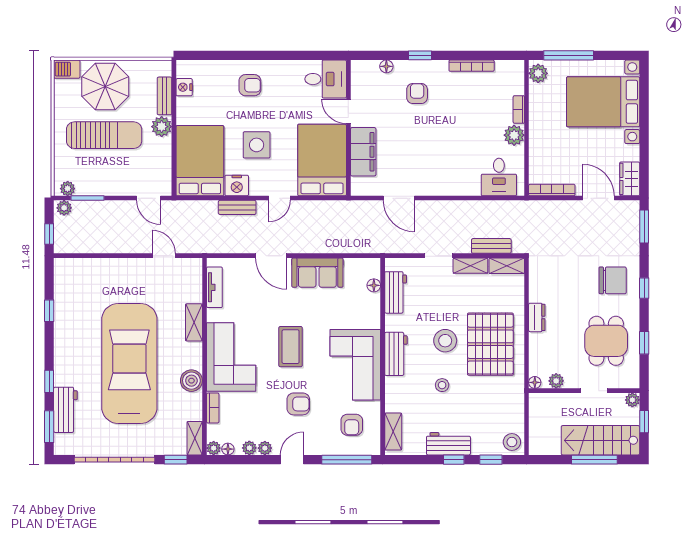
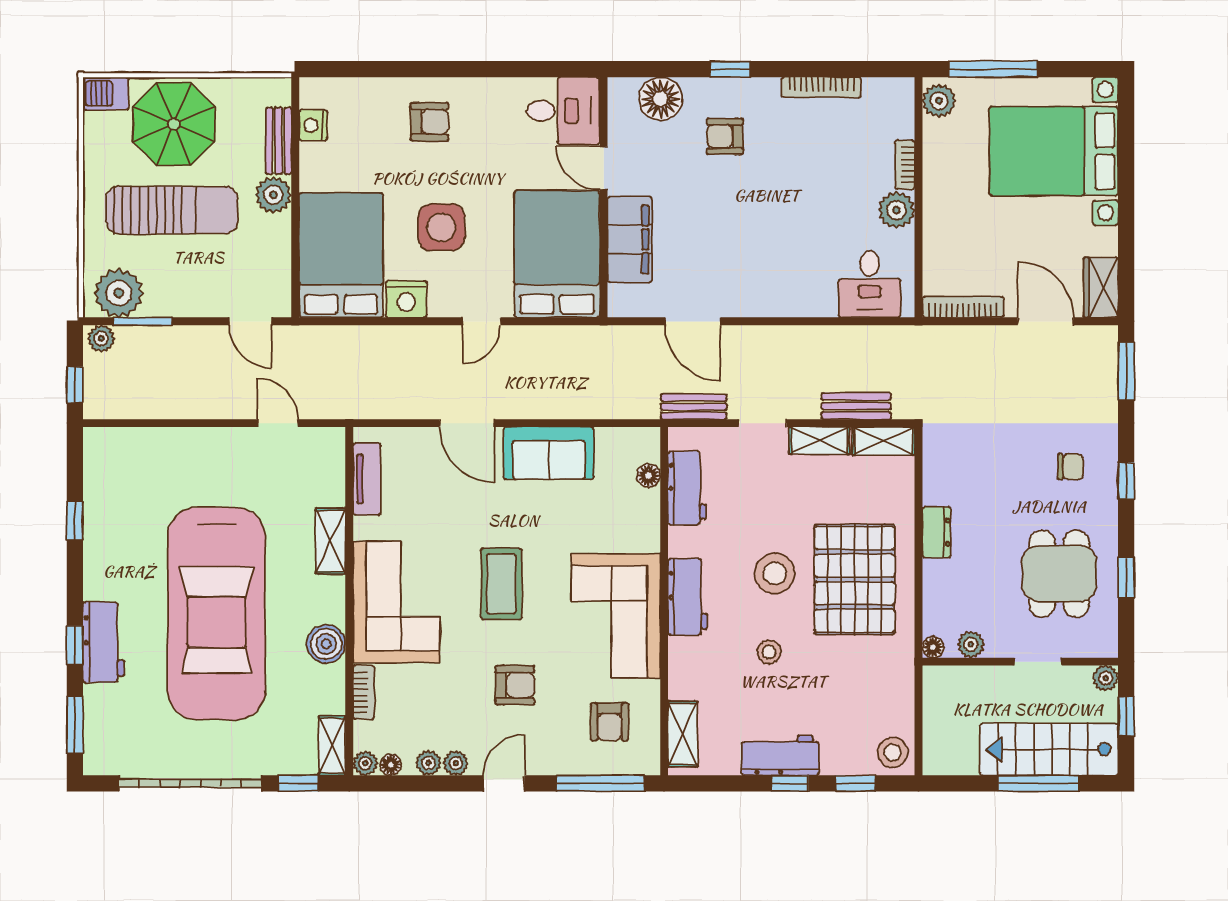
floor lamp: (386, 66) -> (661, 99), width x1.89, depth x1.89
armchair: (417, 93) -> (725, 136), turned -90
plant: (68, 189) -> (119, 293), width x1.88, depth x1.88
bench: (237, 207) -> (694, 407), moved
chair: (613, 280) -> (1071, 467), width x0.54, depth x0.54
car: (129, 363) -> (216, 614), turned 180
workbench: (65, 410) -> (104, 642), moved

